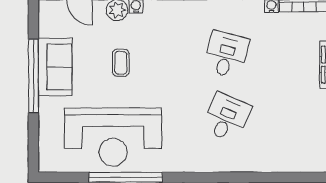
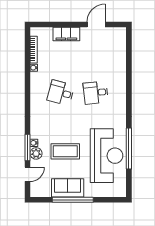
coffee table: (121, 63) -> (65, 151), width x1.86, depth x1.72
desk: (226, 117) -> (96, 93), turned -30

